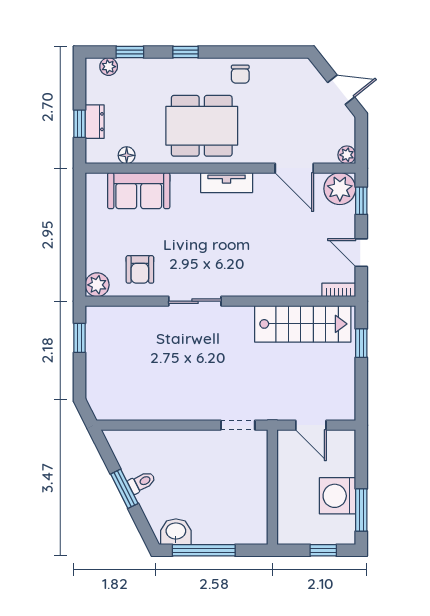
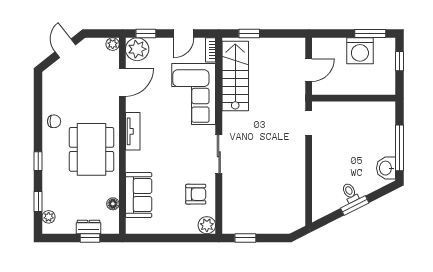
corner sofa: (278, 267) -> (194, 94), added

